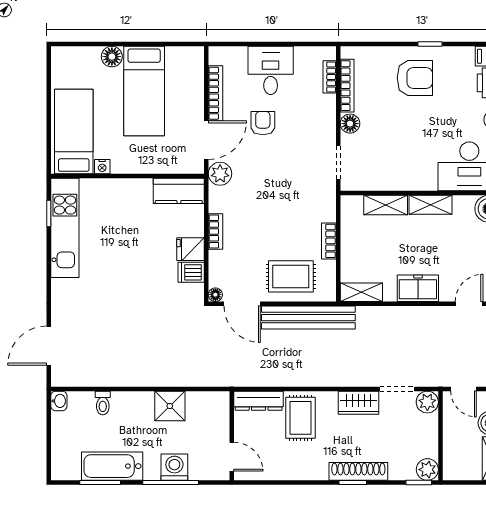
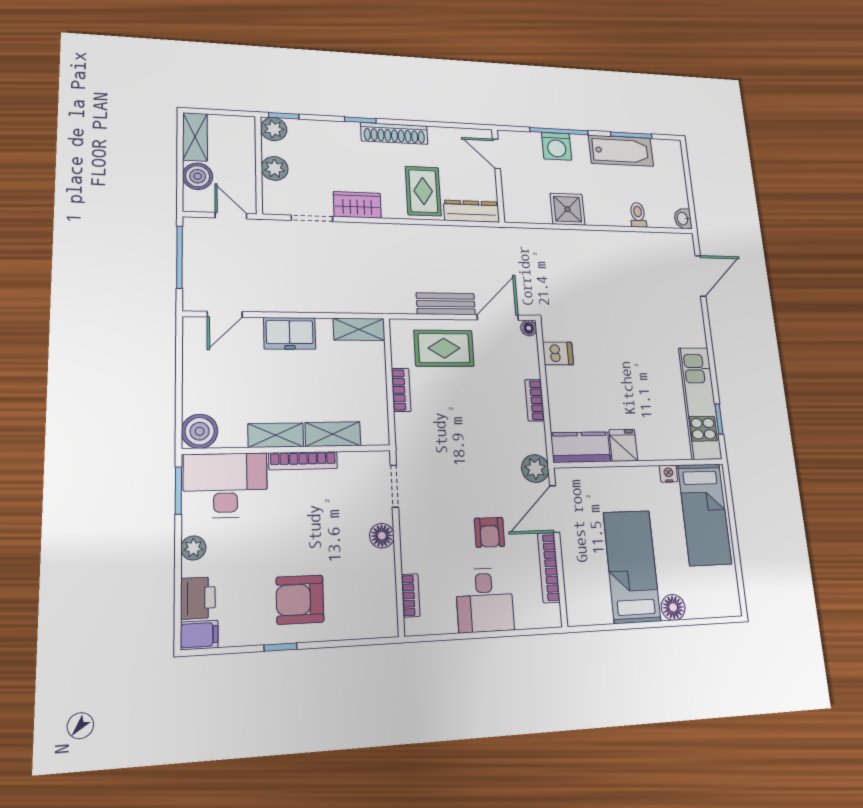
bookcase: (347, 86) -> (303, 461), moved, turned -90
fridge: (190, 249) -> (623, 445), moved, turned -90
door: (242, 304) -> (498, 318), hinge flipped
bench: (308, 318) -> (446, 304), width x0.54, depth x0.82
plant: (427, 402) -> (275, 168), moved
shoe rack: (358, 471) -> (394, 133), moved

